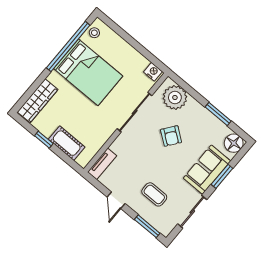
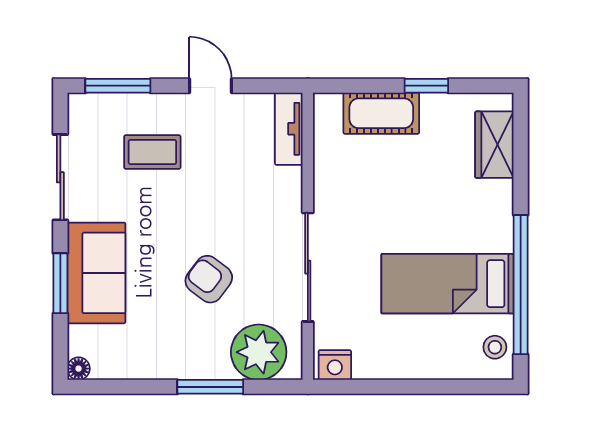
bed: (88, 72) -> (448, 284), width x0.67
wardrobe: (38, 101) -> (494, 145), width x0.67
window: (218, 114) -> (210, 387), moved
floor lamp: (234, 143) -> (79, 369), width x0.53, depth x0.53

